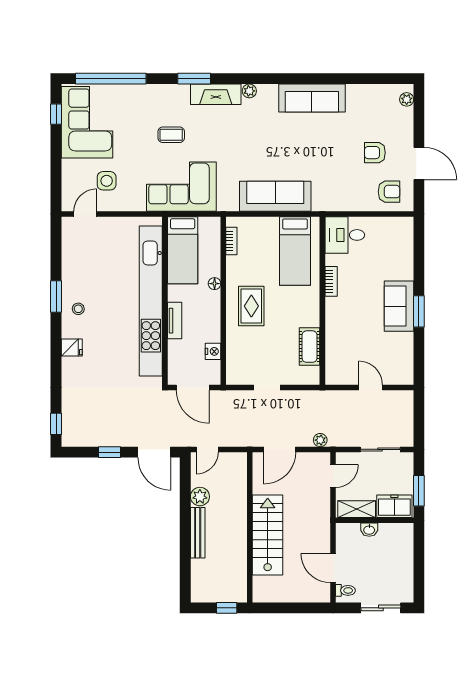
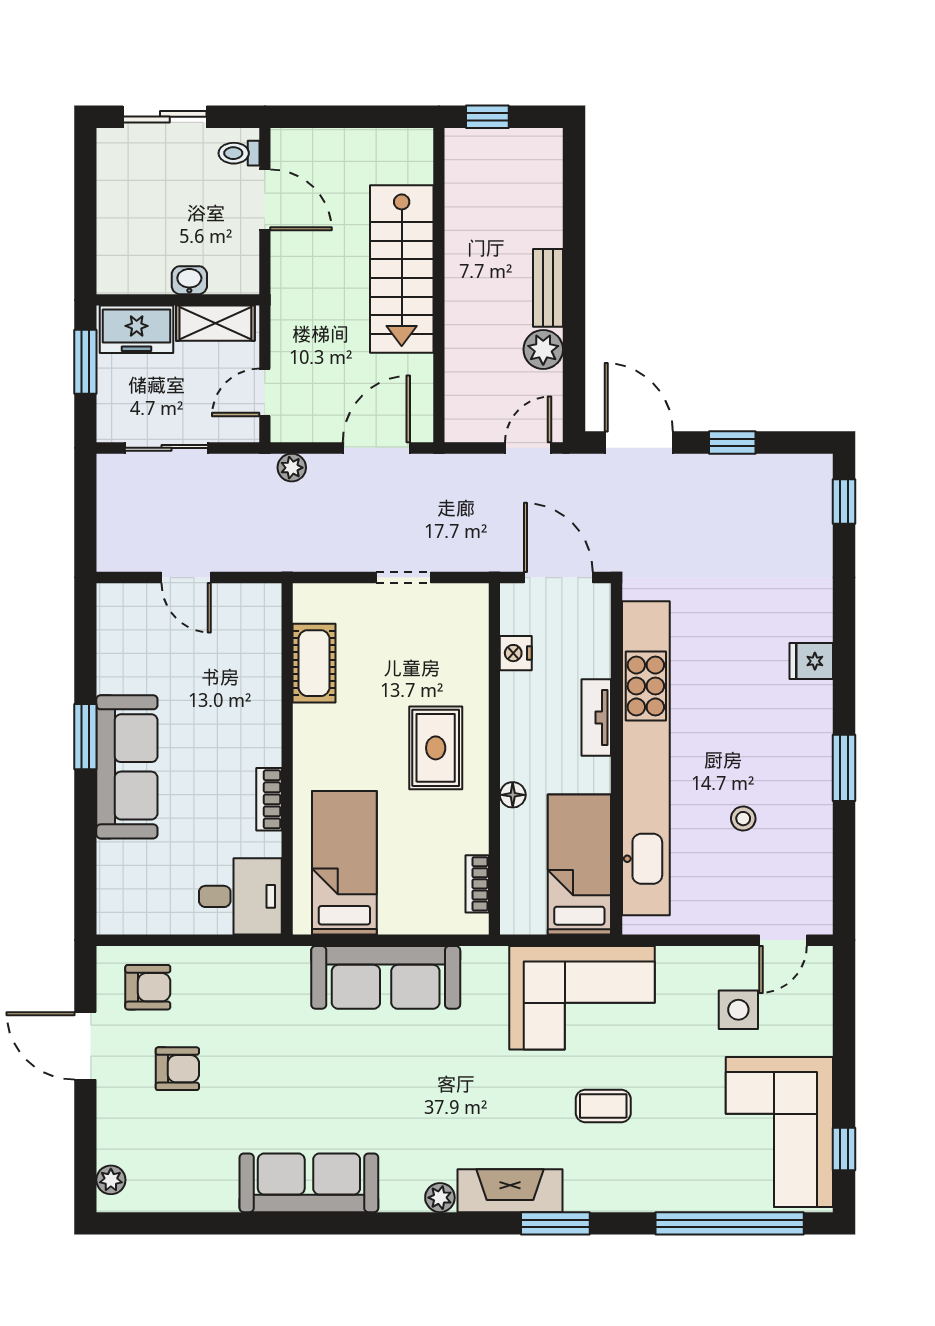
armchair: (389, 192) -> (148, 987), turned 180
sofa: (399, 306) -> (127, 767), width x1.36
stool: (78, 309) -> (743, 819), moved
bench: (198, 533) -> (548, 288), width x0.73

